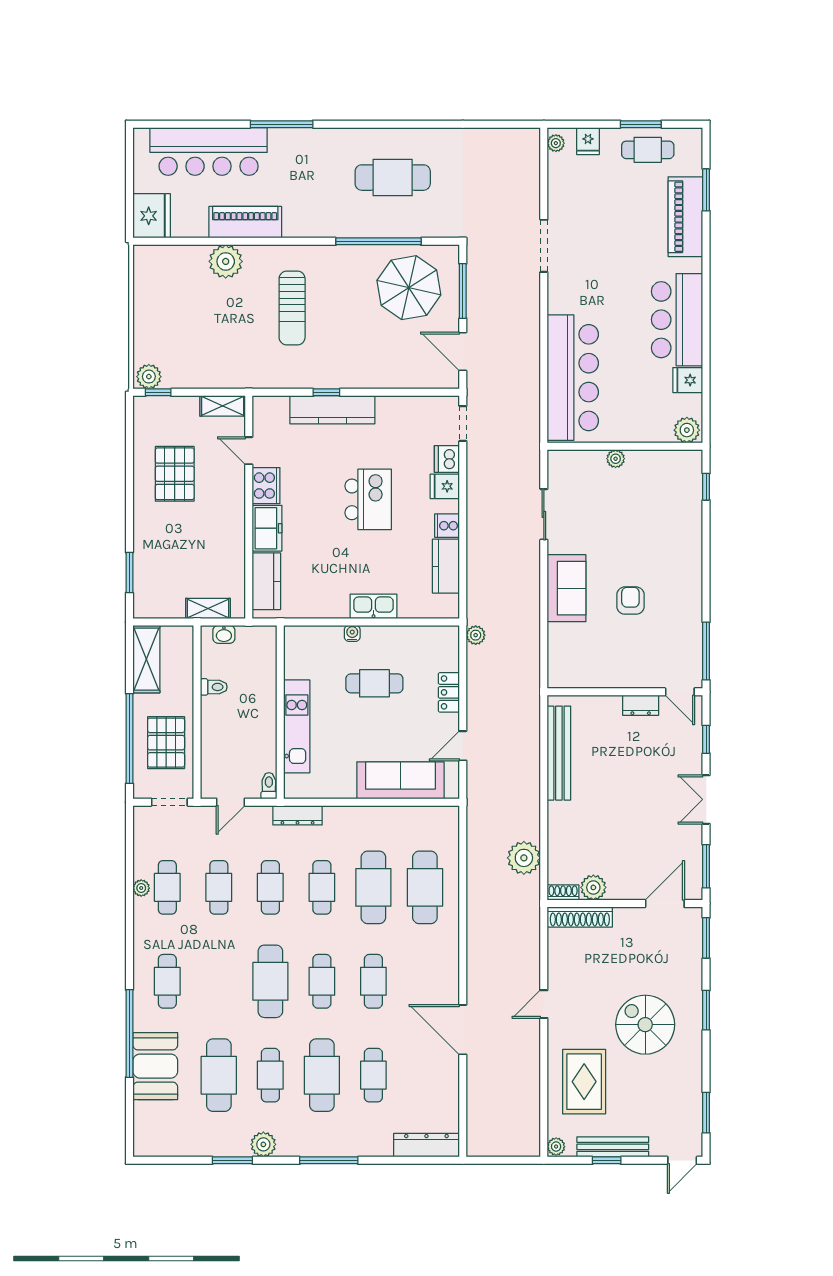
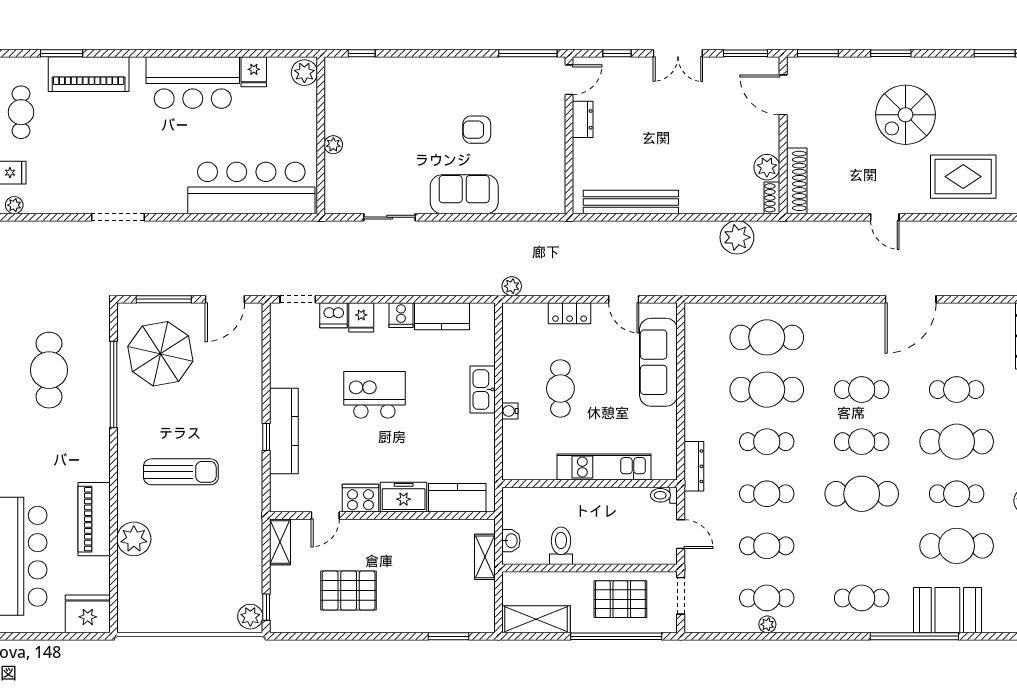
toilet: (214, 687) -> (561, 546), width x1.37, depth x1.39

